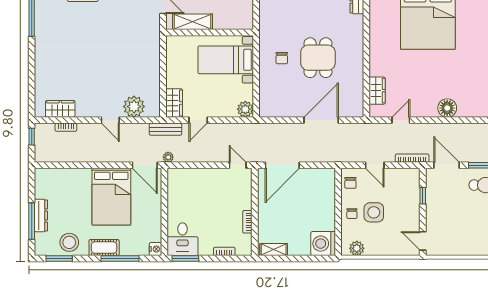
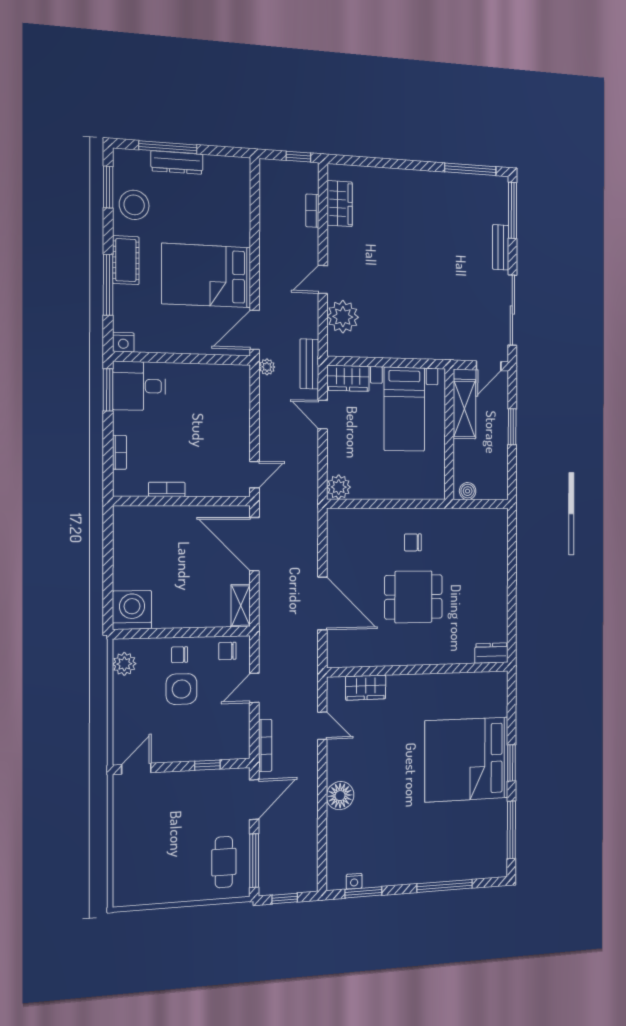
boiler: (248, 19) -> (468, 491), added
bed with nightstands: (226, 60) -> (404, 409), moved, turned 180
shelving: (274, 250) -> (241, 606), moved

